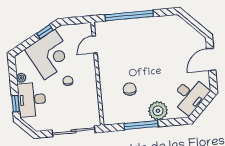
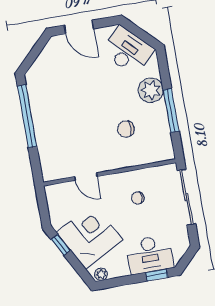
window: (129, 16) -> (27, 116), moved
door: (95, 44) -> (86, 177), moved
plant: (21, 78) -> (101, 274), moved
chair: (68, 81) -> (138, 198), moved

